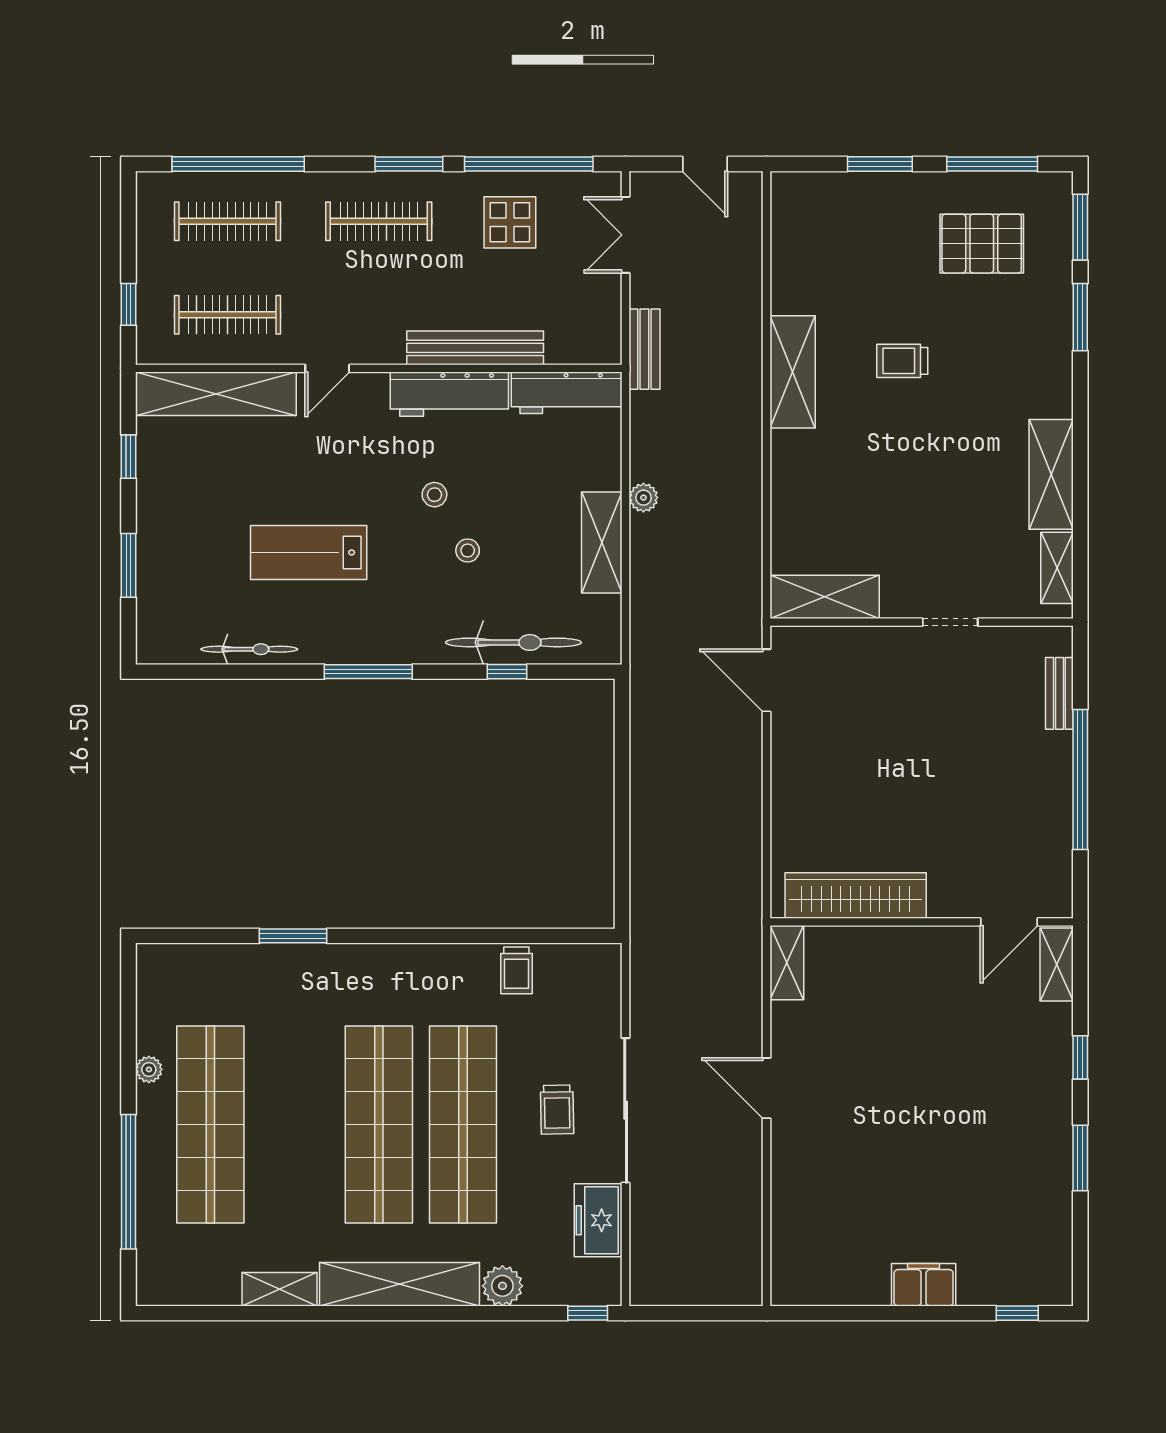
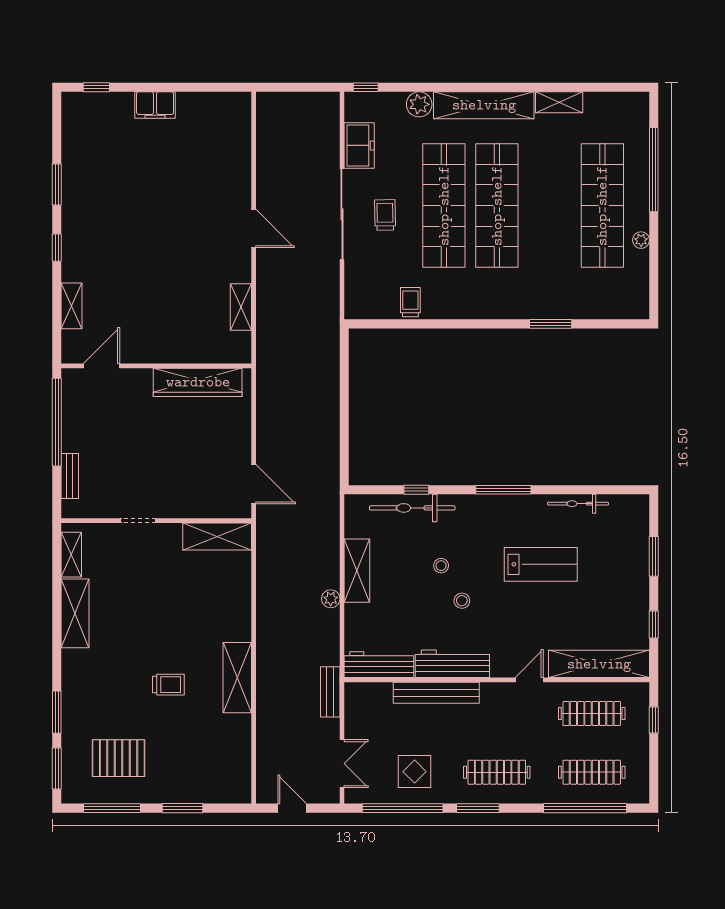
wardrobe: (856, 896) -> (198, 382), moved
wall: (922, 922) -> (156, 366), moved
door: (1009, 922) -> (101, 366), moved

